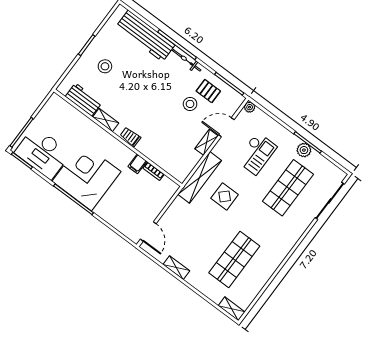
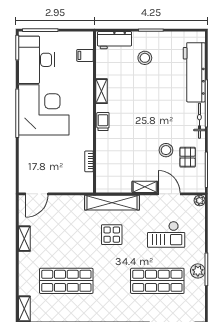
workbench: (84, 100) -> (114, 40), moved, turned 90
filing cabinet: (137, 164) -> (85, 55), moved

